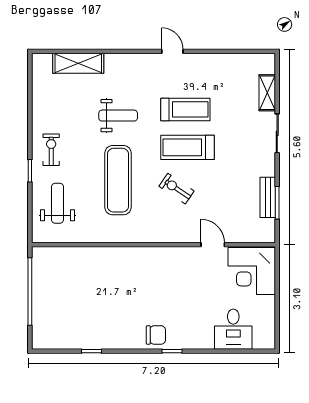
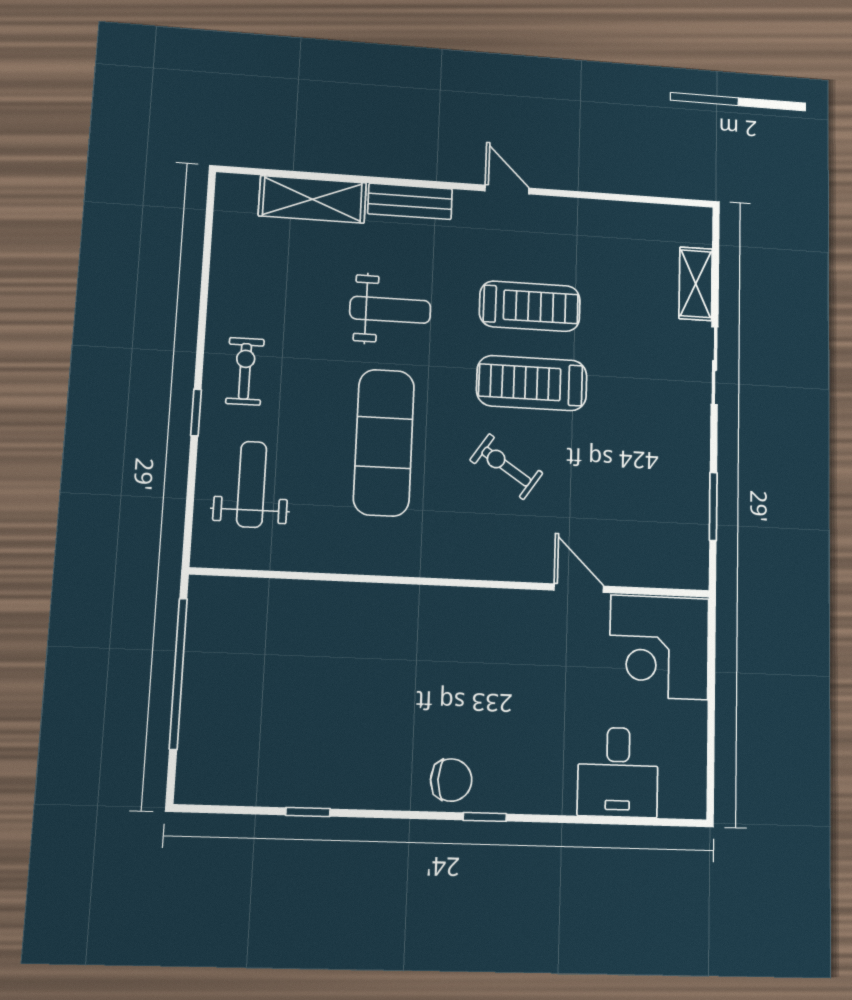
bench: (268, 197) -> (410, 201), moved, turned 90

